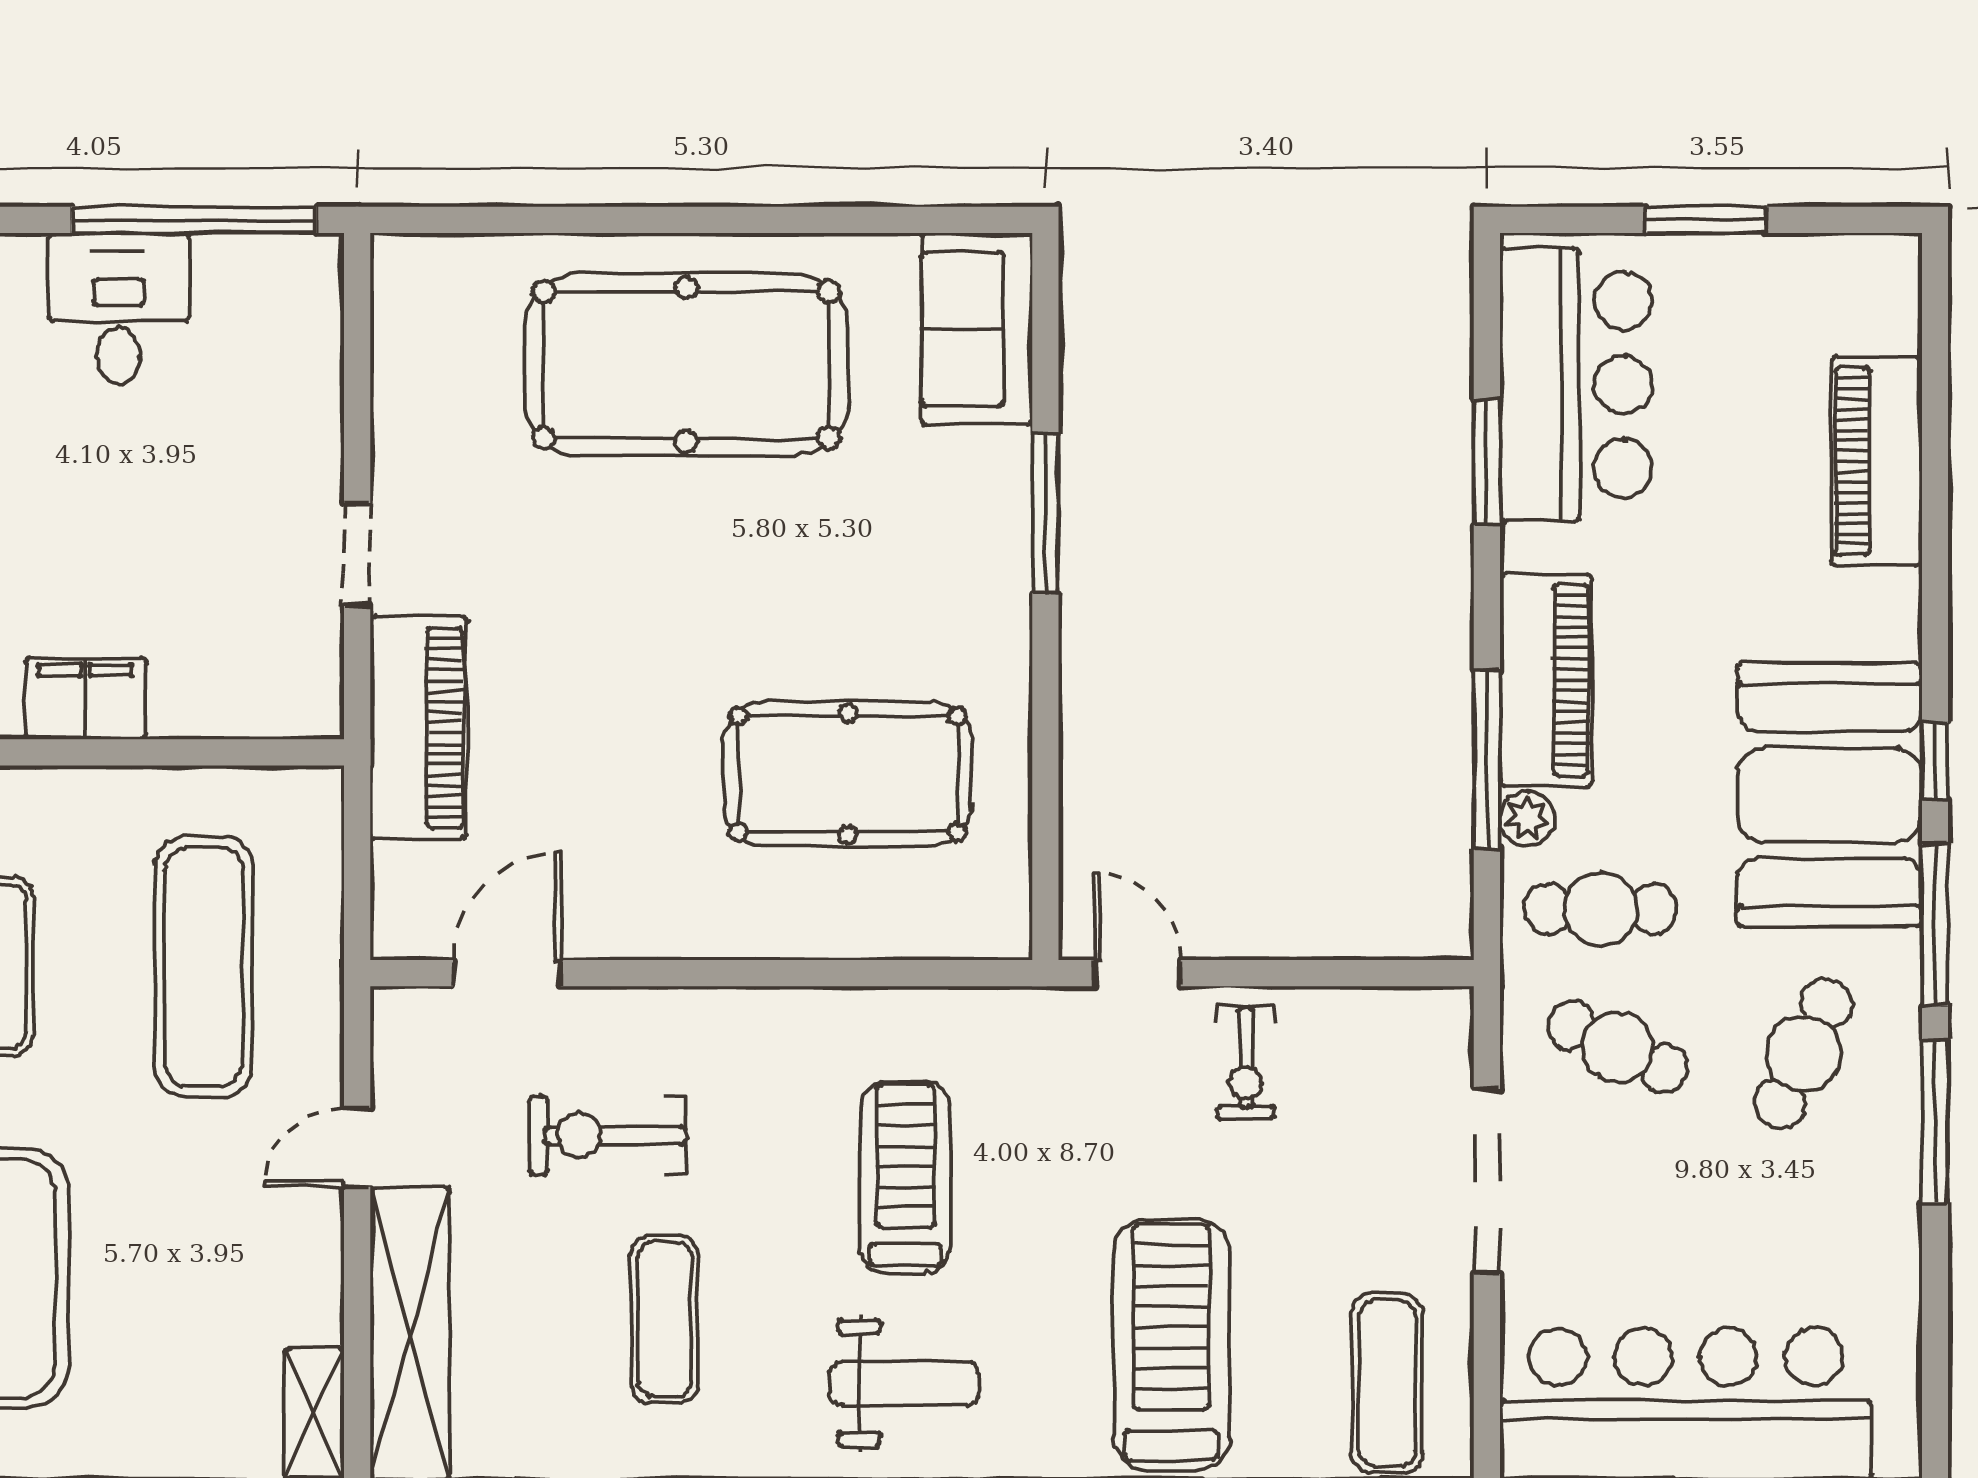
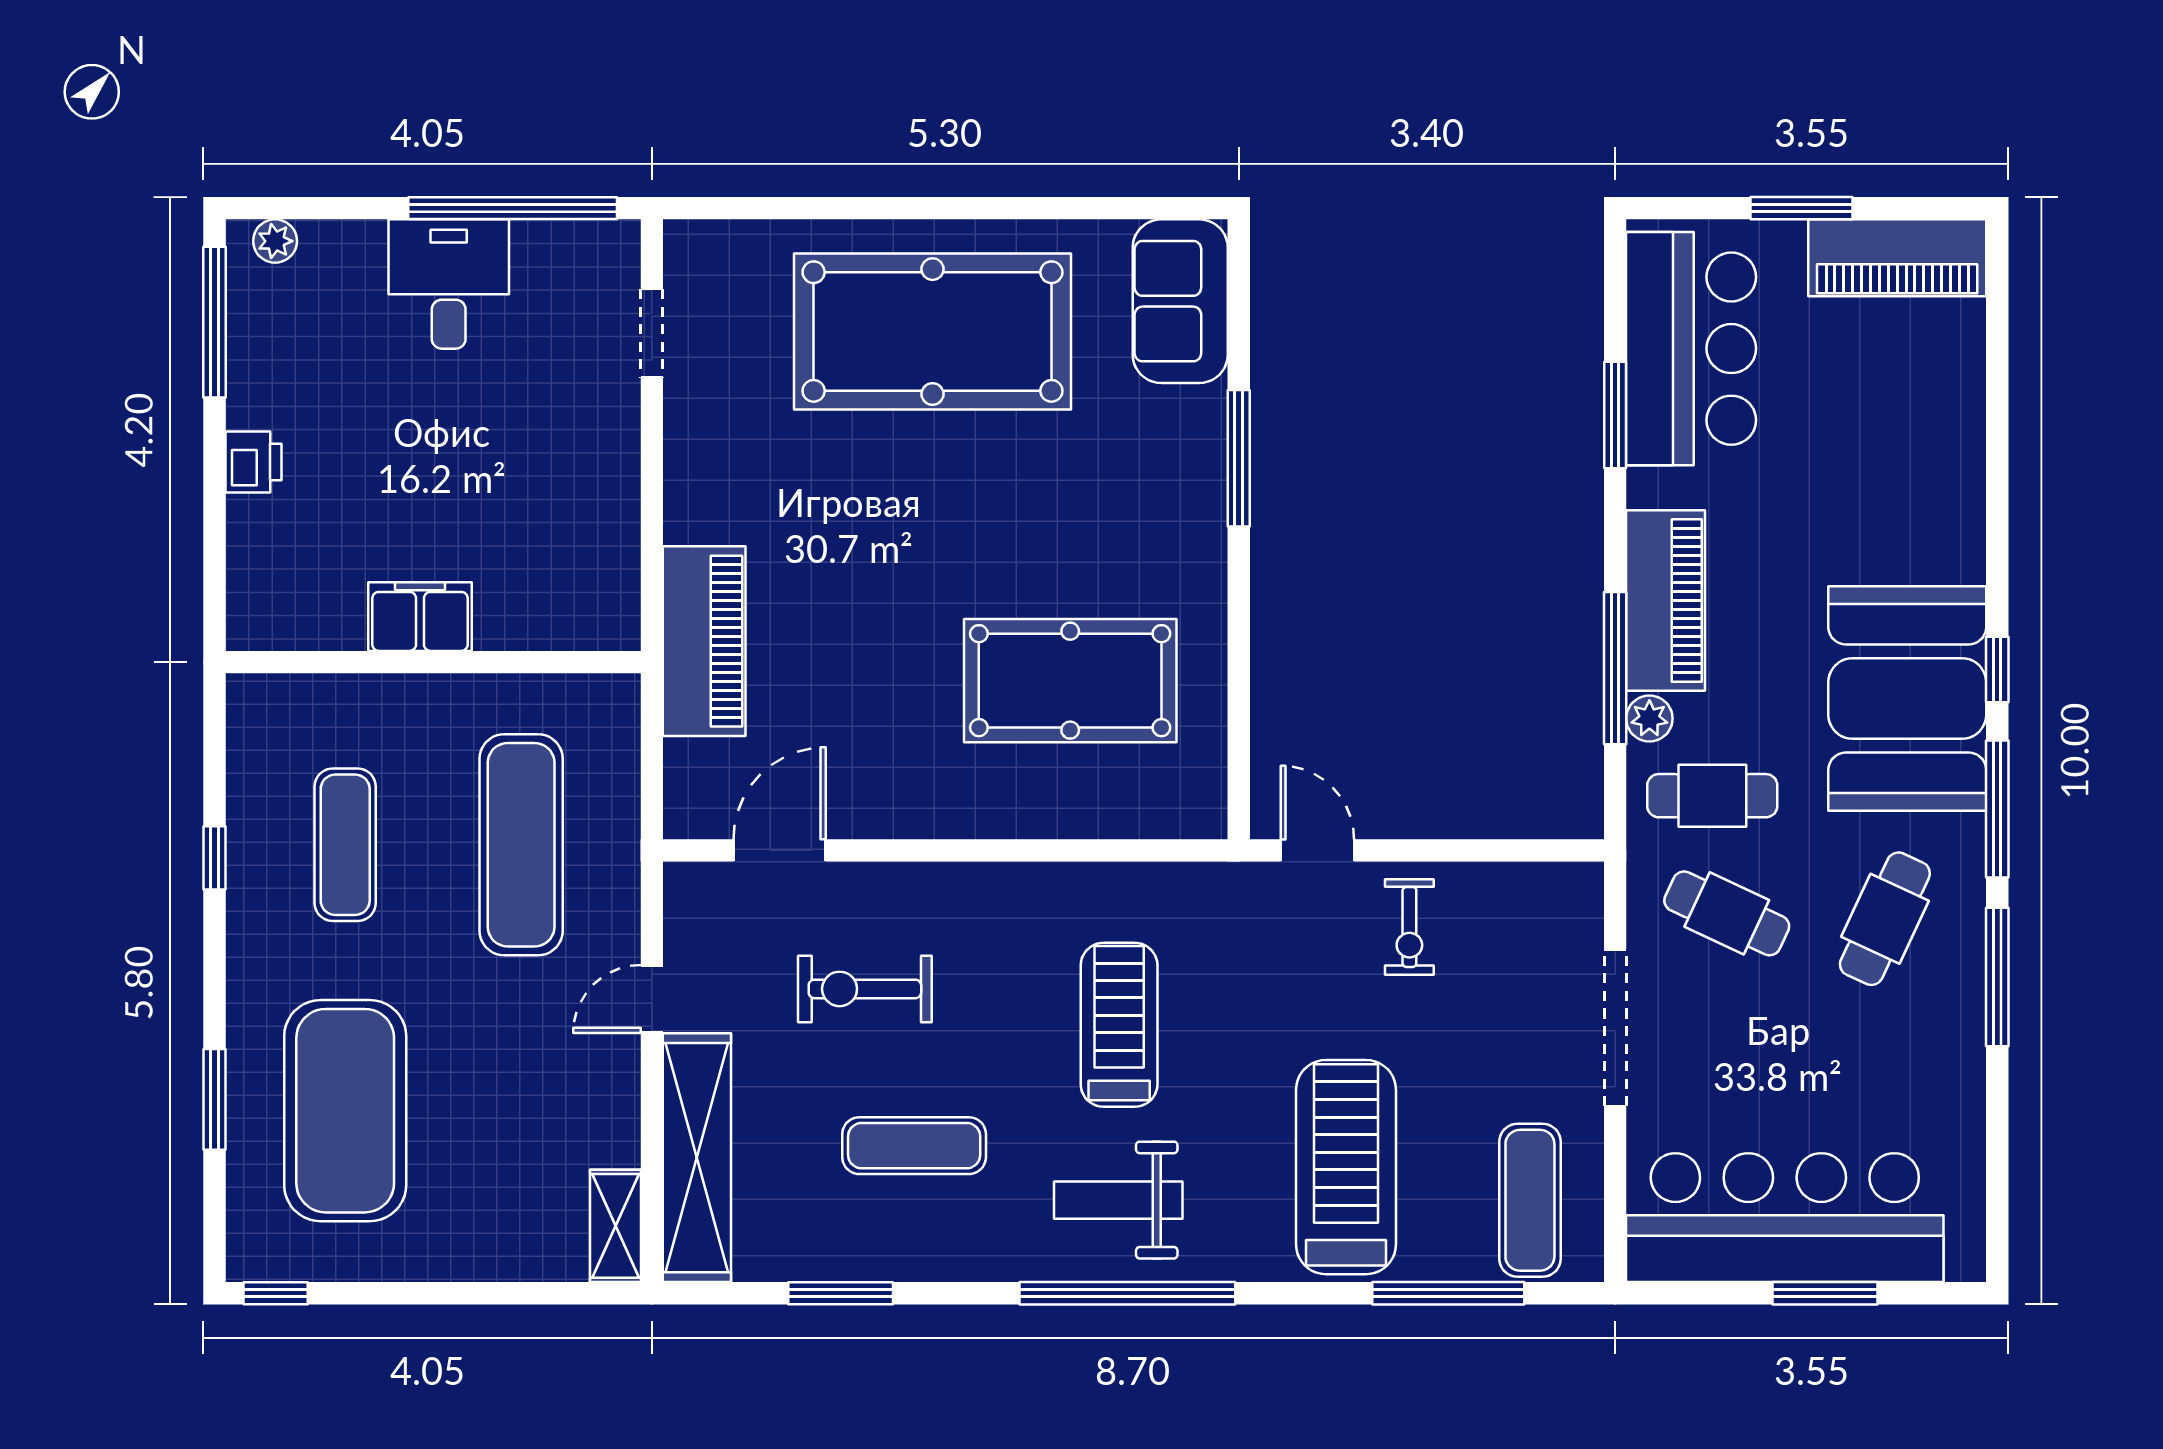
piano: (1877, 461) -> (1897, 258), moved, turned -90
doorway: (357, 555) -> (652, 333), moved
exercise mat: (665, 1319) -> (914, 1146), turned 90
weight bench: (904, 1383) -> (1118, 1200), turned 180

